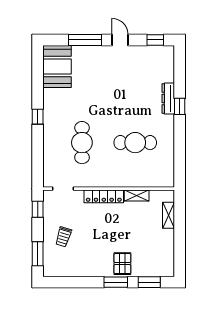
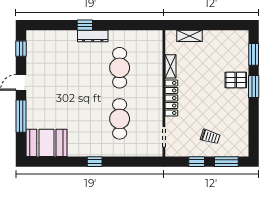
dresser: (168, 99) -> (93, 36), moved
cafe table: (82, 143) -> (120, 119), turned 90
window: (38, 209) -> (197, 162), moved

